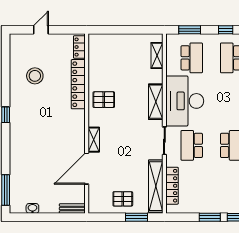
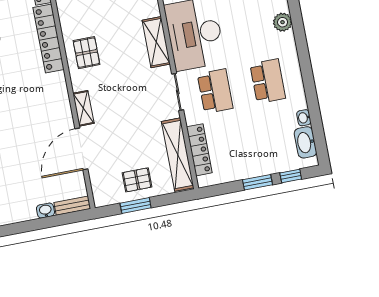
pallet: (104, 100) -> (86, 53), turned 90
school desk: (192, 145) -> (215, 91), turned 180
washbasin: (32, 208) -> (45, 211), moved
window: (136, 217) -> (136, 206), moved

